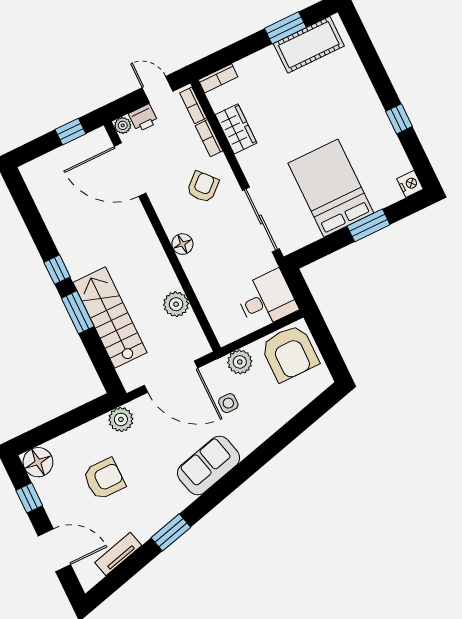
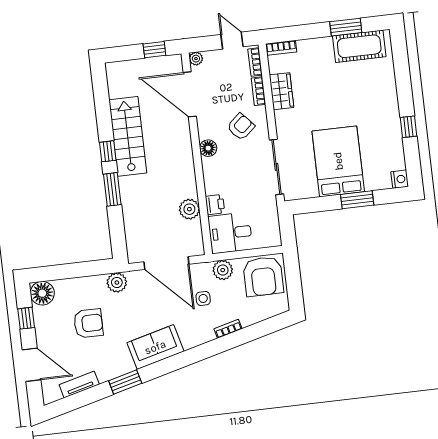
printer: (143, 118) -> (215, 205), moved, turned -90
floor lamp: (182, 244) -> (208, 148), moved
desk: (266, 299) -> (230, 233), moved, turned 180
stairs: (110, 317) -> (128, 136), moved
bookcase: (270, 429) -> (228, 329), added
sofa: (209, 465) -> (155, 347), moved

